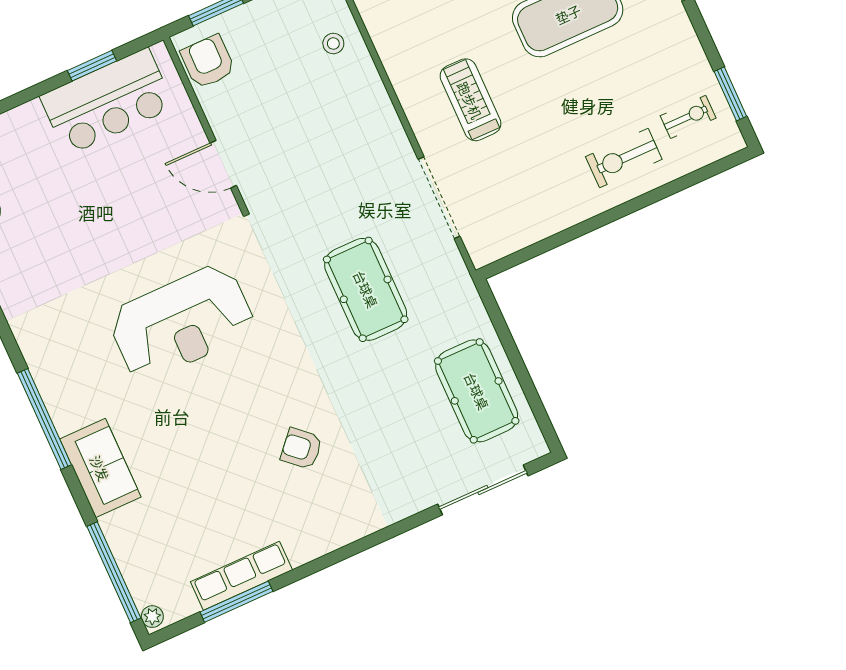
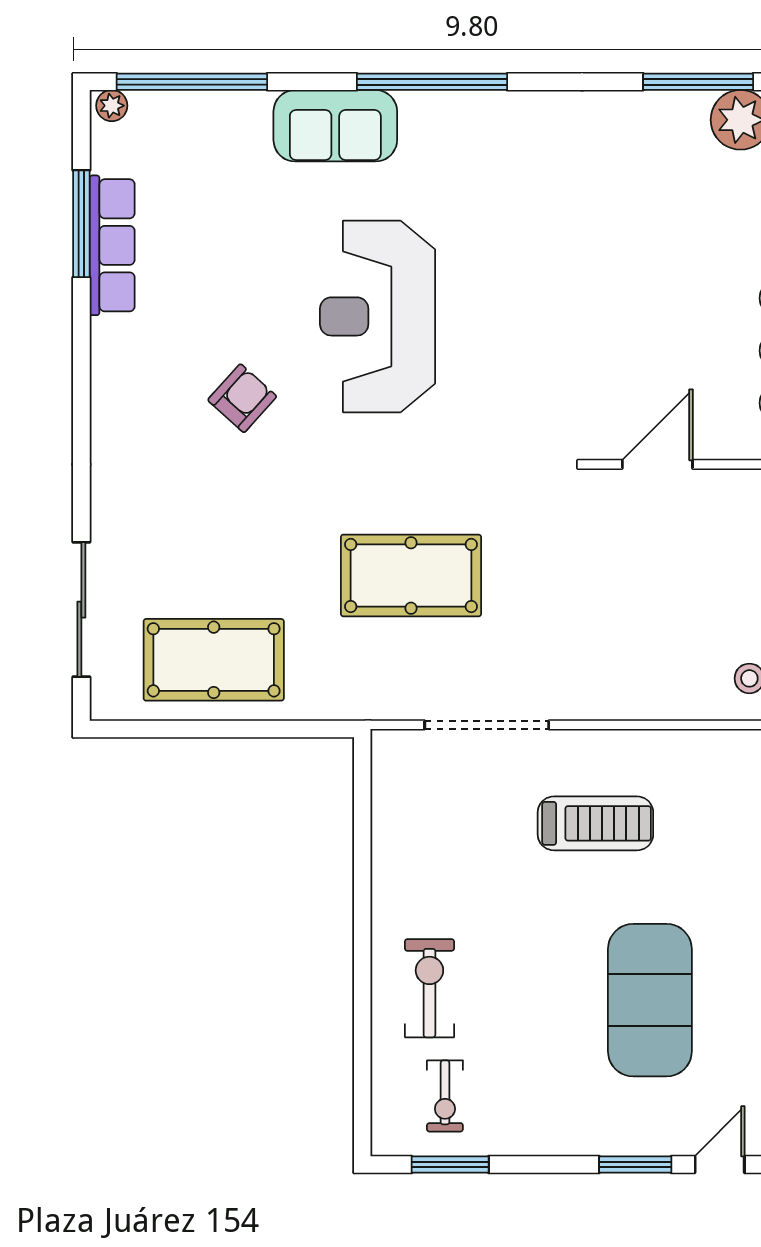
reception desk: (182, 322) -> (378, 316), moved

